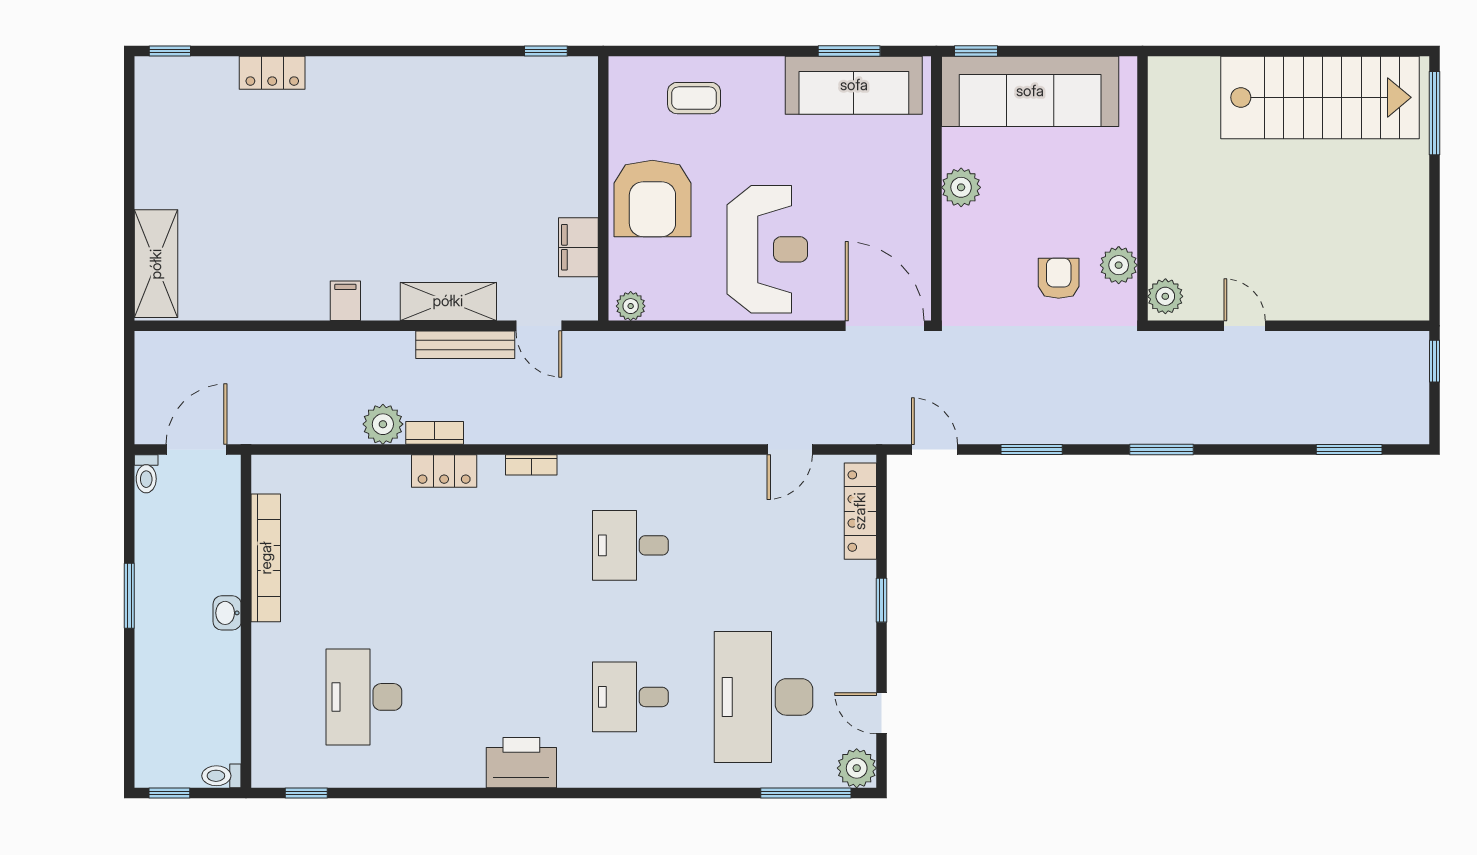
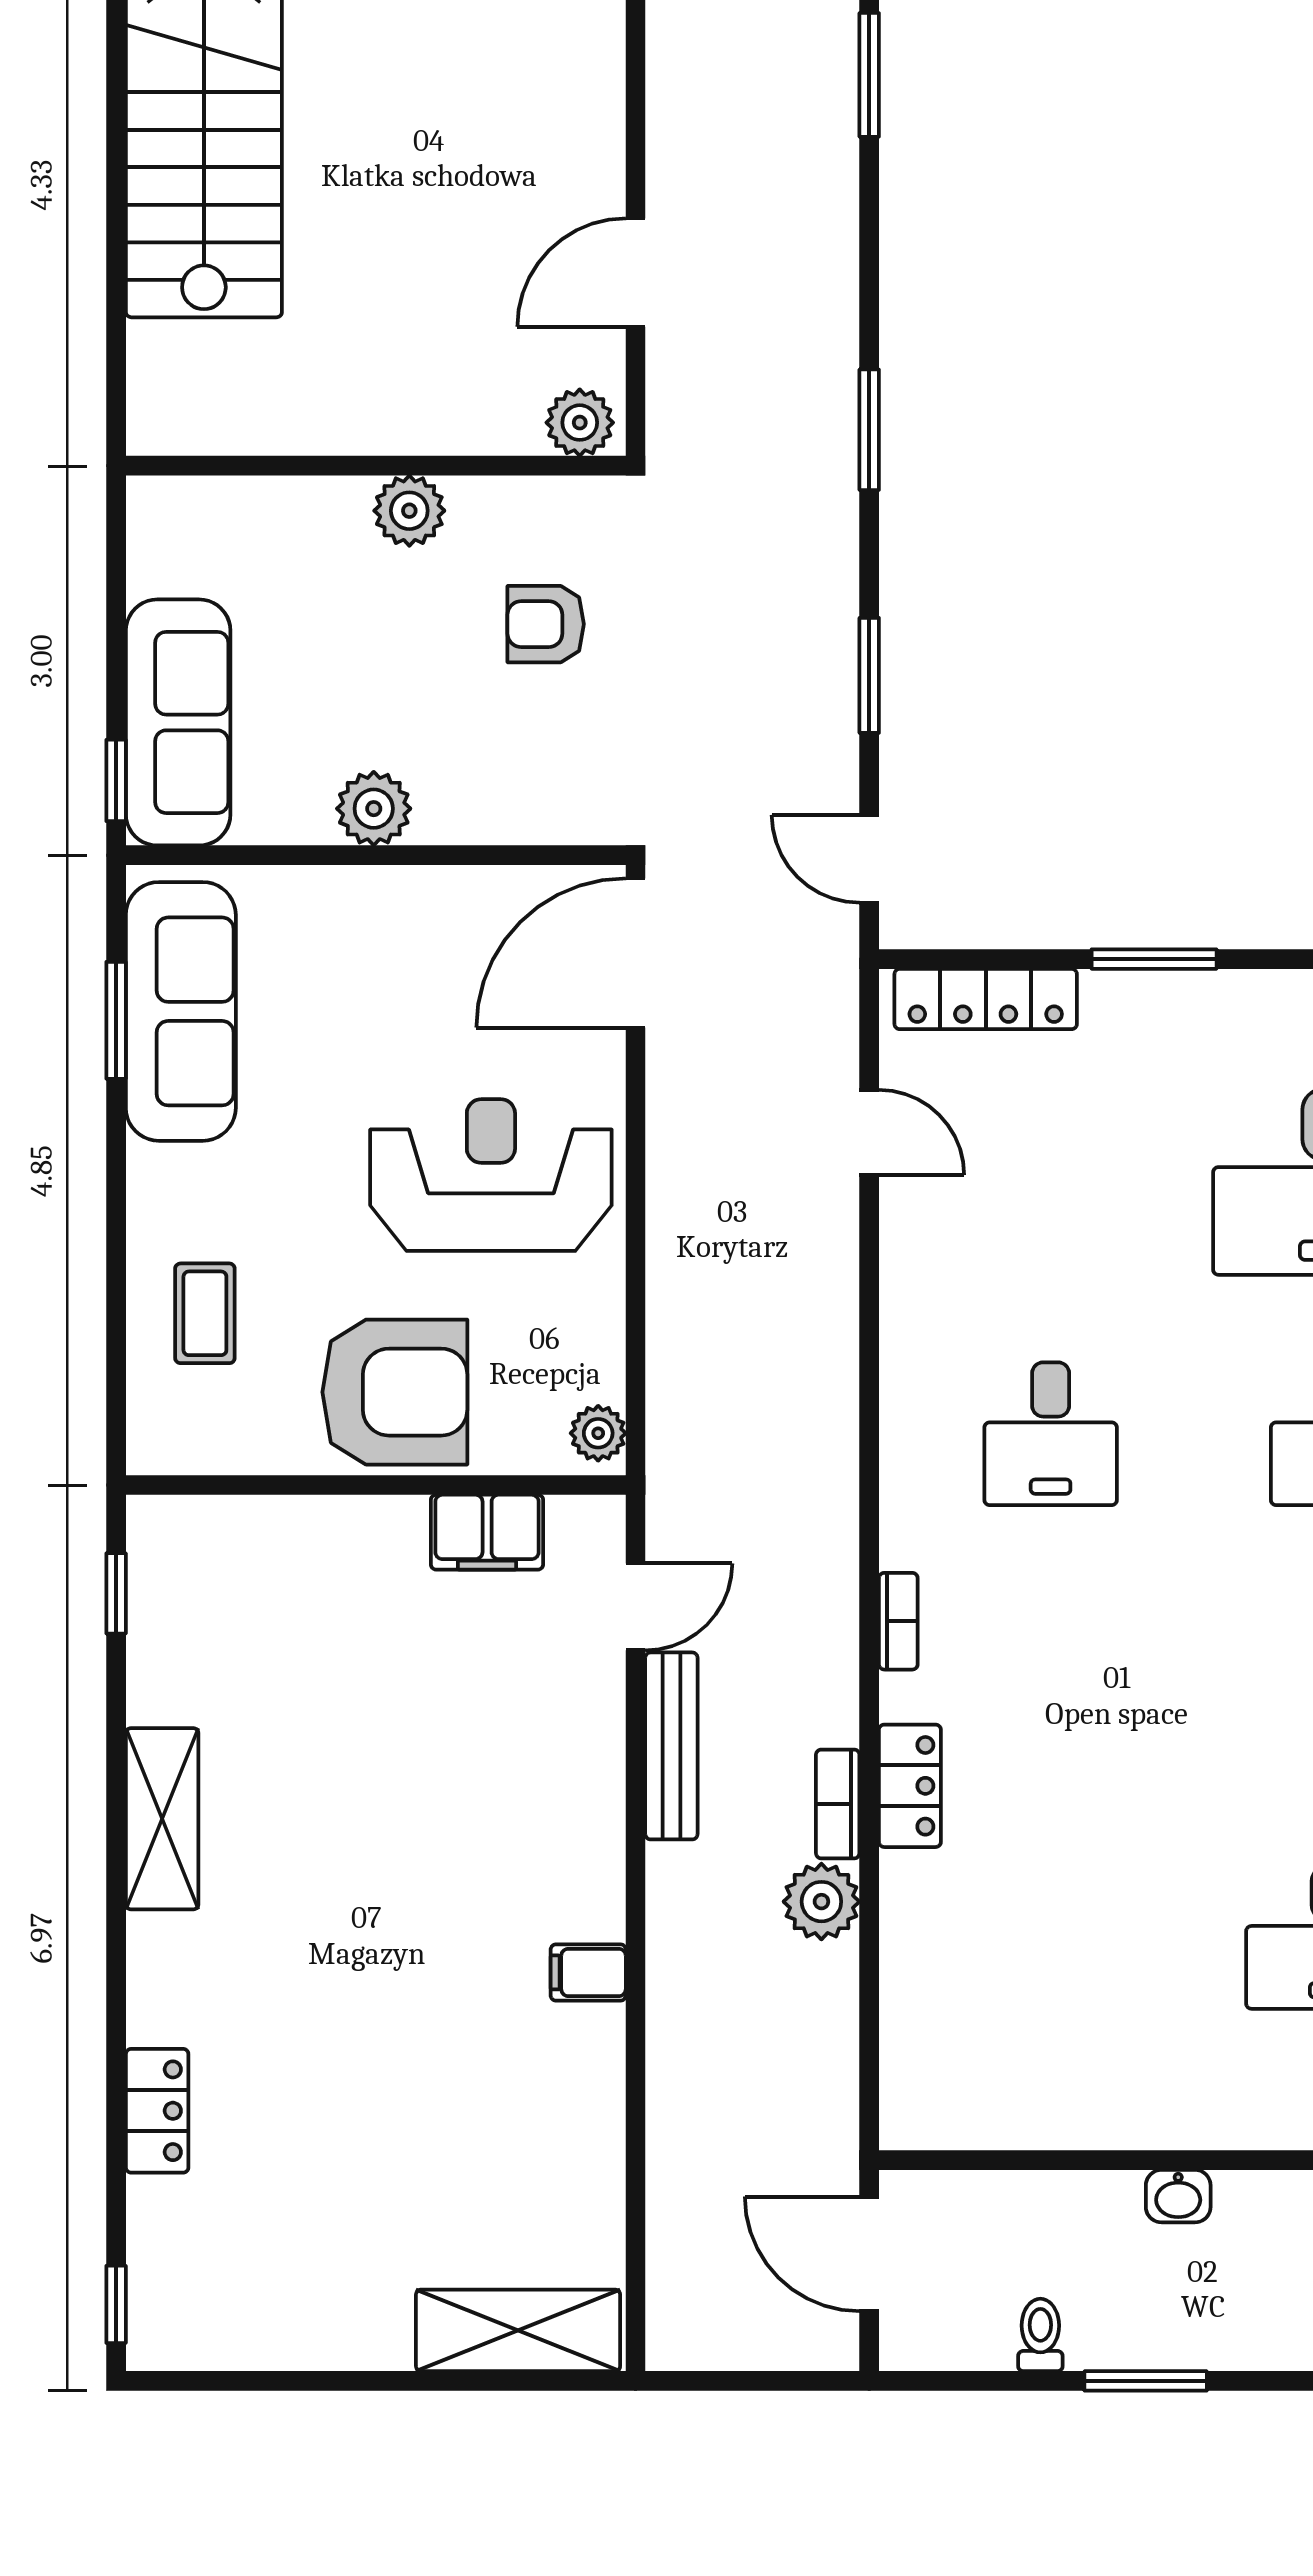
sofa: (1030, 91) -> (178, 722), width x0.74, depth x0.79
plant: (1119, 265) -> (409, 511), moved
shelving: (448, 301) -> (162, 1819), moved
door: (1245, 326) -> (635, 273), width x1.38
door: (935, 449) -> (869, 859), hinge flipped
toilet: (146, 474) -> (1040, 2335), moved, turned -90
bookcase: (266, 558) -> (1074, 2123), removed
window: (881, 600) -> (1154, 959), width x1.50

